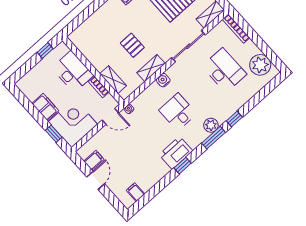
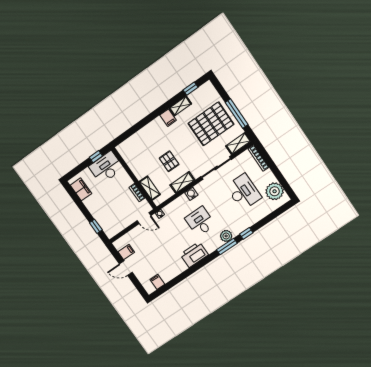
desk: (73, 72) -> (106, 167), moved, turned -90
filing cabinet: (45, 107) -> (81, 189), moved
corner desk: (73, 123) -> (112, 220), removed
window: (183, 166) -> (198, 266), removed
door: (96, 180) -> (126, 268), swing flipped

